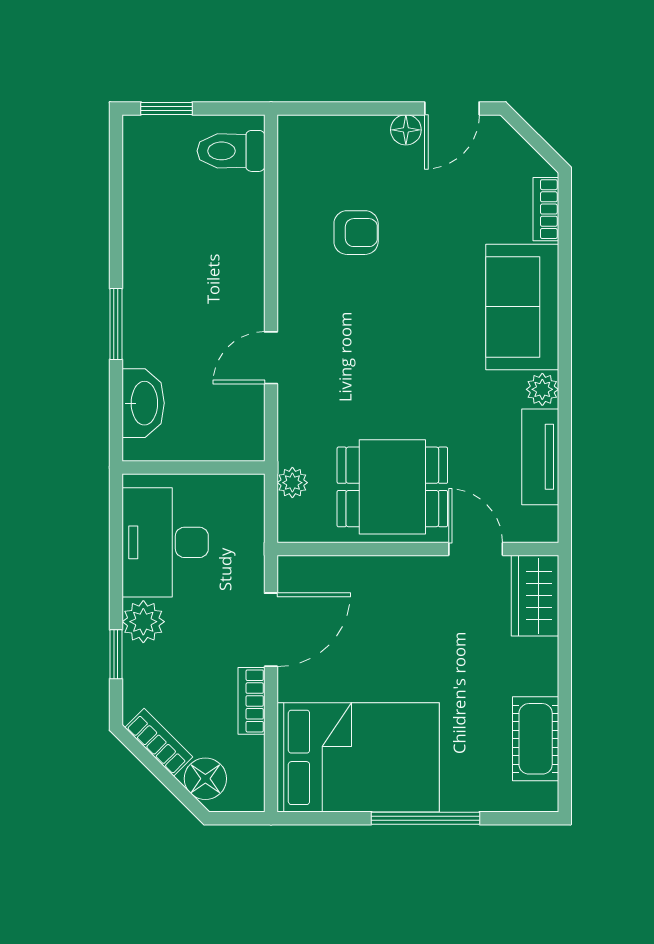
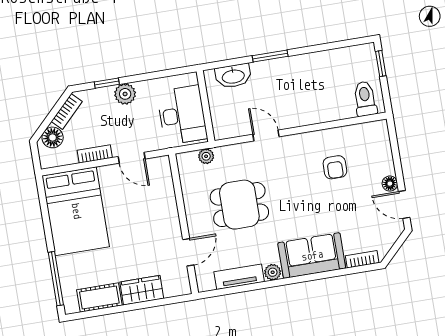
dining table: (392, 487) -> (239, 205), moved, turned 90
desk: (165, 542) -> (182, 115), moved, turned 90
wardrobe: (535, 596) -> (142, 290), moved
door: (271, 630) -> (132, 158), width x0.73
window: (425, 818) -> (56, 279), moved

